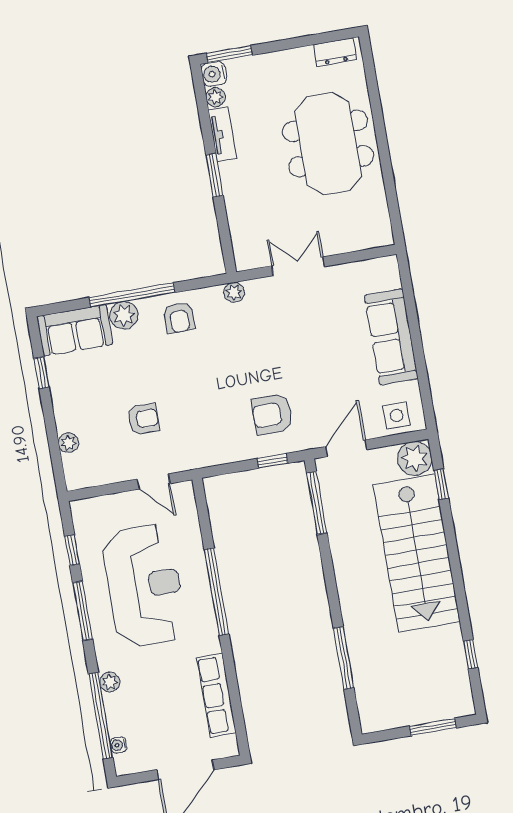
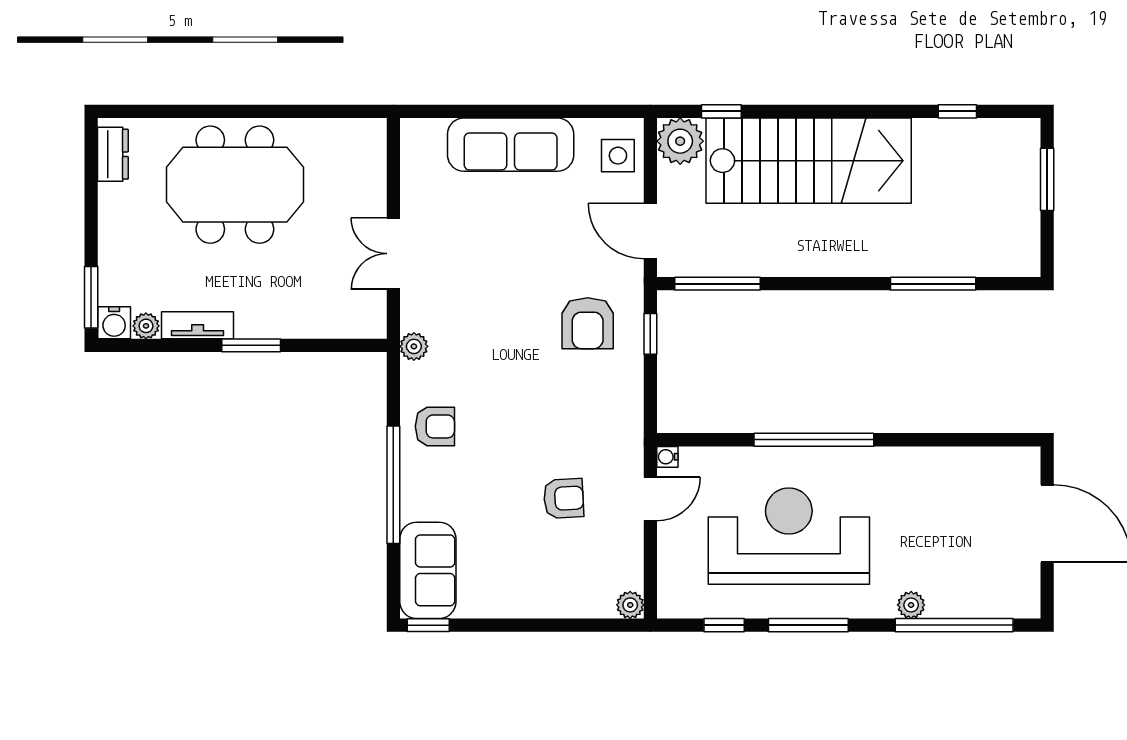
plant: (124, 315) -> (419, 500), removed
window: (41, 373) -> (428, 625), moved
armchair: (143, 419) -> (564, 498), turned 87
plant: (69, 443) -> (630, 605), moved
row of seats: (216, 695) -> (953, 464), removed
water cooler: (118, 745) -> (667, 457), moved, turned 90

